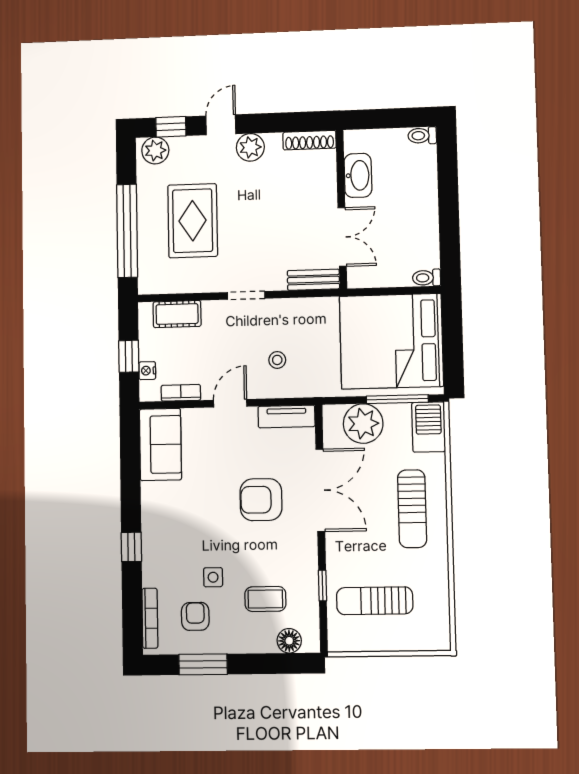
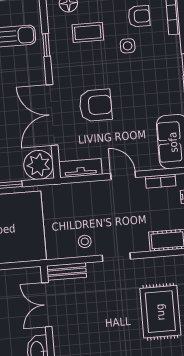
stool: (277, 360) -> (85, 241), moved
door: (230, 403) -> (123, 175), swing flipped
plant: (363, 424) -> (39, 165), moved
armchair: (195, 616) -> (139, 16), turned -90

